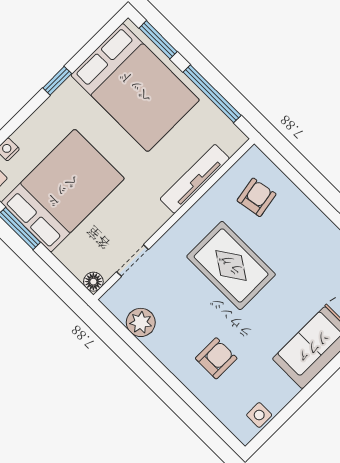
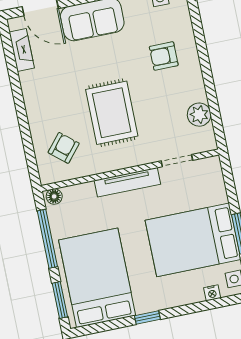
tv unit: (195, 179) -> (127, 182), moved
armchair: (256, 197) -> (64, 148), turned 140
floor lamp: (93, 282) -> (54, 196), moved

